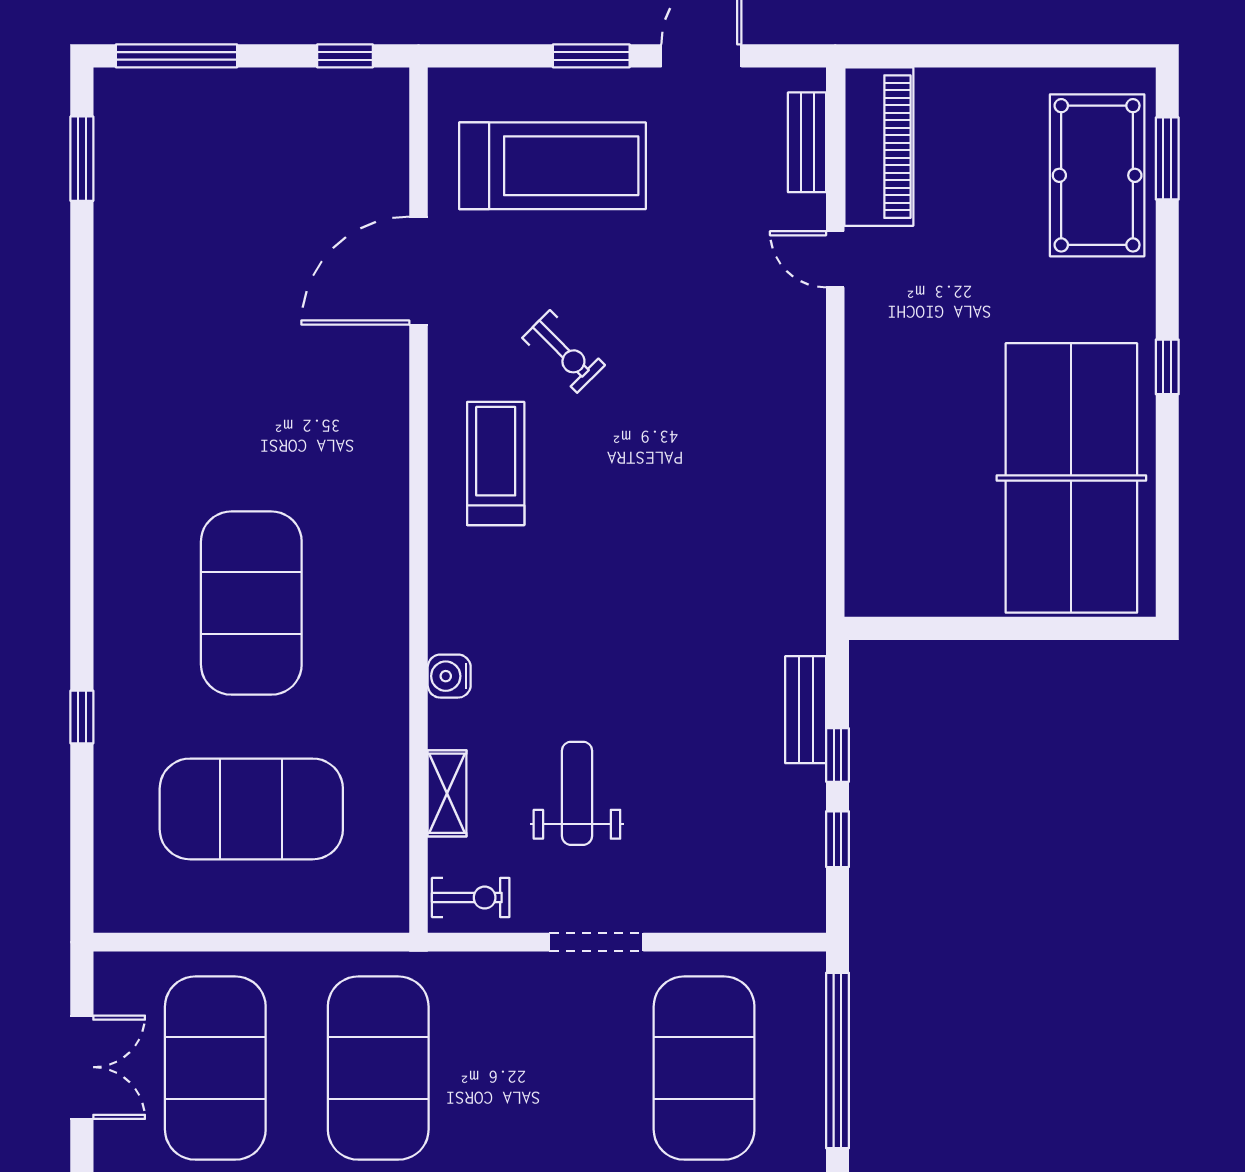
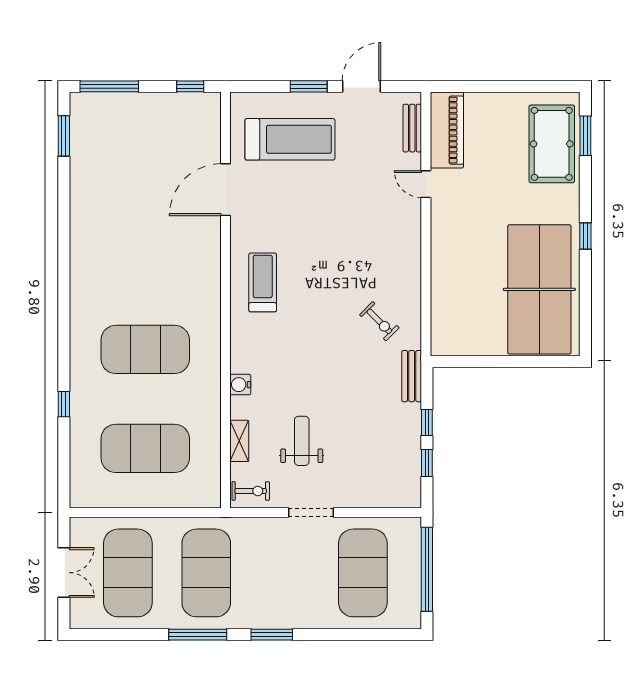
exercise bike: (564, 351) -> (379, 321), moved
exercise mat: (251, 603) -> (145, 349), turned 90
bench: (806, 710) -> (412, 376), moved

